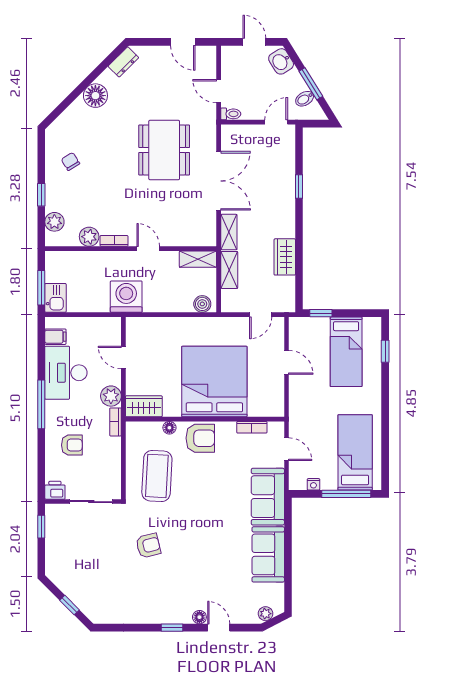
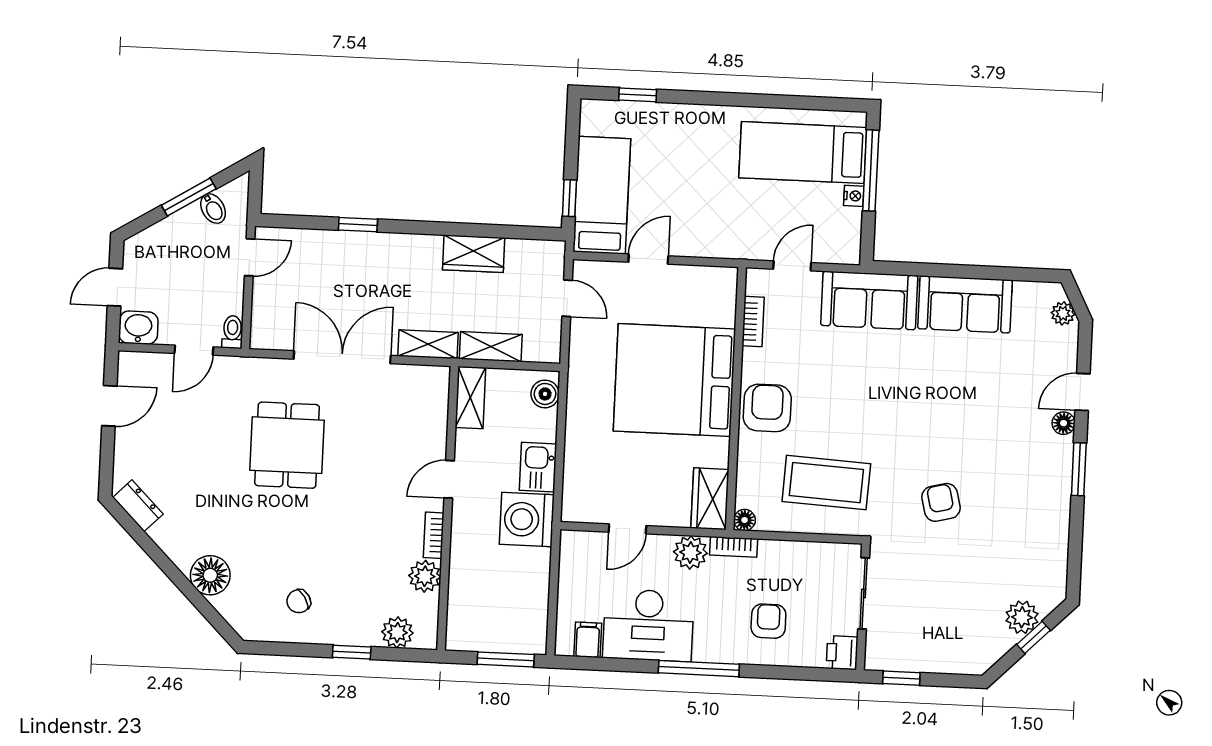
washbasin: (281, 61) -> (138, 328), moved, turned -148
floor lamp: (95, 96) -> (210, 575), moved
door: (276, 122) -> (250, 257), swing flipped
dining table: (164, 150) -> (287, 445), width x0.73
kitchen sink: (55, 298) -> (538, 467), moved, turned -90
bed: (346, 352) -> (602, 195), moved, turned -90
floor lamp: (169, 428) -> (745, 520), moved
nightstand: (313, 484) -> (854, 196), moved
plant: (81, 598) -> (1022, 617), added
window: (172, 628) -> (1079, 469), width x1.50

